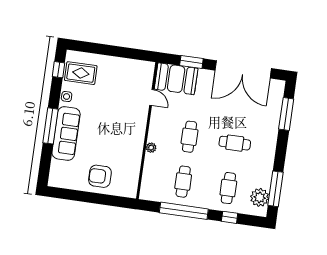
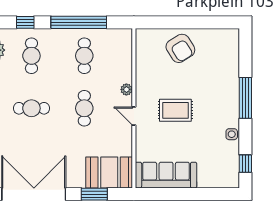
rug: (81, 73) -> (175, 110), moved
door: (152, 97) -> (134, 116), moved
sofa: (66, 133) -> (166, 175), moved, turned 90
armchair: (100, 176) -> (180, 48), turned 58

